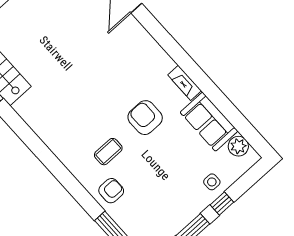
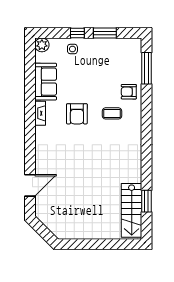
plant: (238, 146) -> (42, 45), moved

